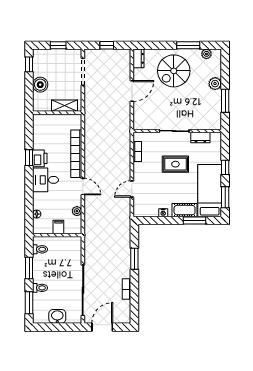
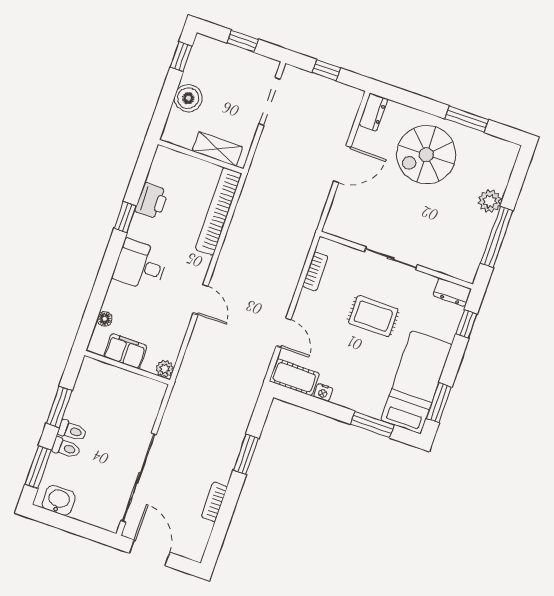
plant: (206, 54) -> (493, 145), removed
window: (225, 101) -> (497, 237), width x1.44
dresser: (200, 138) -> (452, 292), moved
bookcase: (76, 154) -> (218, 211), moved
printer: (40, 158) -> (152, 201), moved
window: (225, 167) -> (466, 324), moved
door: (132, 189) -> (284, 333), swing flipped
cot: (185, 210) -> (294, 377), moved
plant: (77, 211) -> (165, 369), moved
filing cabinet: (58, 227) -> (125, 351), width x2.00
toilet: (40, 249) -> (72, 431), moved
washbasin: (57, 316) -> (59, 500), moved
door: (102, 327) -> (150, 553), hinge flipped

